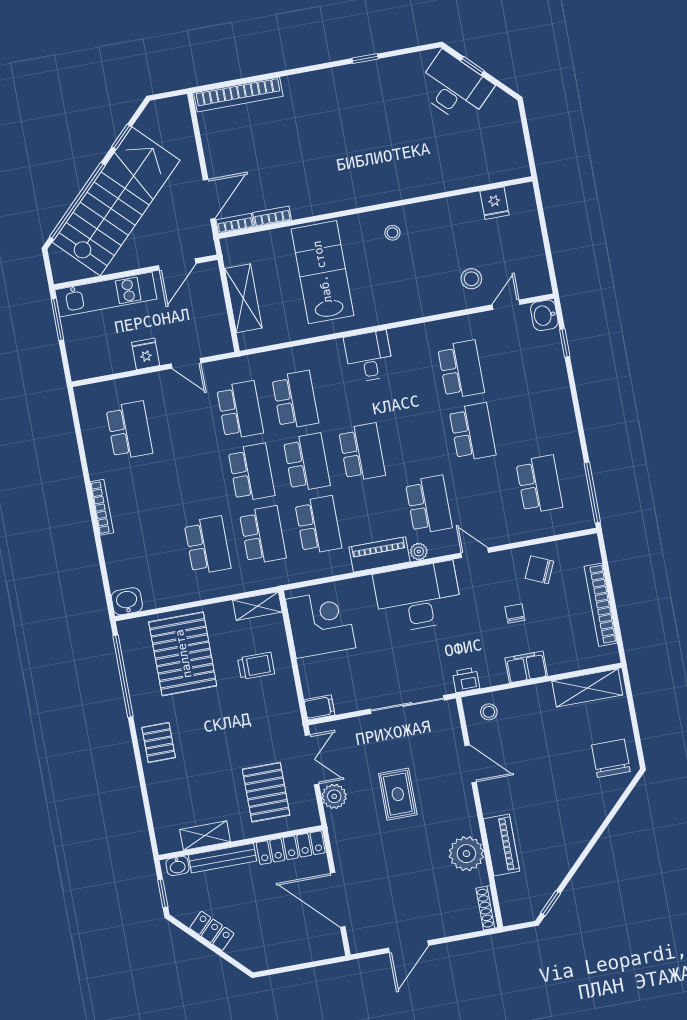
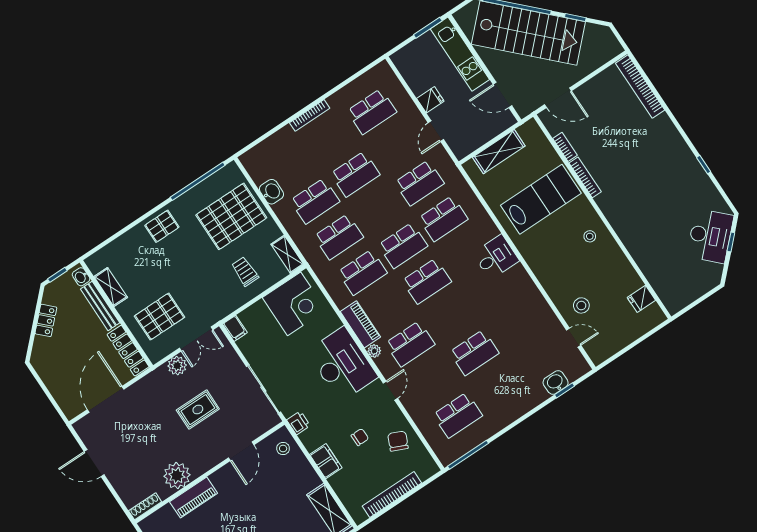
bookcase: (235, 223) -> (585, 177), moved, width x1.56
washbasin: (544, 315) -> (556, 382), moved
school desk: (461, 369) -> (515, 326), removed
school desk: (251, 473) -> (355, 174), moved
washbasin: (127, 601) -> (271, 192), moved
trolley: (256, 666) -> (245, 271), turned 180

